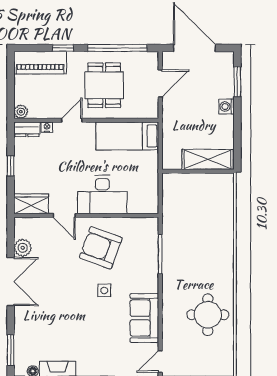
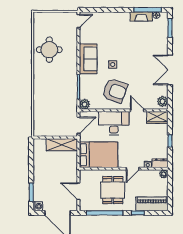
door: (160, 83) -> (78, 191), hinge flipped
washing machine: (227, 107) -> (38, 206), moved
bed: (127, 136) -> (99, 155), width x1.50
shelving: (207, 159) -> (62, 145), moved
door: (160, 191) -> (78, 125), added
plant: (150, 226) -> (85, 104), added
plant: (23, 248) -> (163, 101), moved
sofa: (144, 318) -> (88, 59), moved

